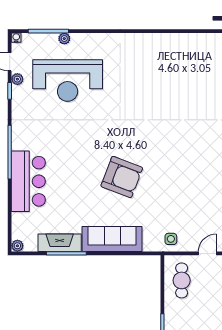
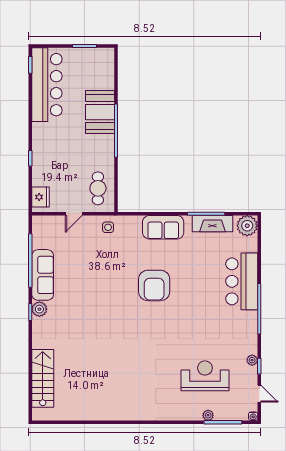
plant: (17, 79) -> (252, 360), moved
reception desk: (68, 81) -> (205, 376), width x0.74, depth x0.77
armchair: (122, 177) -> (154, 285), turned -111
sofa: (112, 239) -> (163, 227), width x0.73
plant: (17, 246) -> (247, 226), width x1.88, depth x1.88

